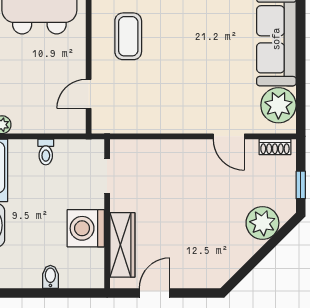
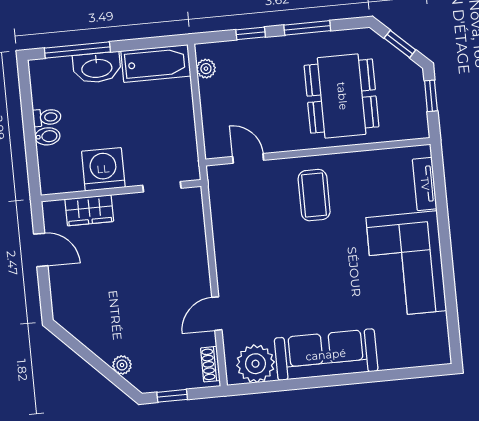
coffee table: (128, 36) -> (314, 195), turned 90
toilet: (46, 152) -> (47, 117), moved, turned 180
plant: (262, 223) -> (122, 365), width x0.53, depth x0.53
wardrobe: (122, 245) -> (89, 210), width x0.67

